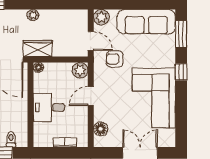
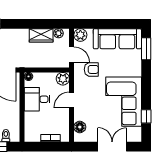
plant: (33, 15) -> (59, 33), moved
wardrobe: (38, 49) -> (41, 35), moved, turned 180
armchair: (115, 59) -> (91, 69), turned 180
window: (181, 72) -> (146, 116), moved
desk: (49, 107) -> (37, 99), moved

